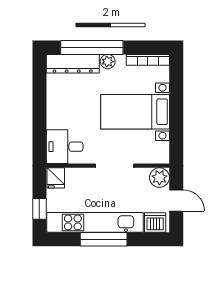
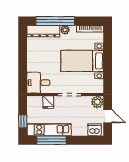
fridge: (56, 178) -> (48, 102), moved
kitchen unit: (95, 222) -> (49, 130), width x0.73
window: (104, 239) -> (51, 140), moved

